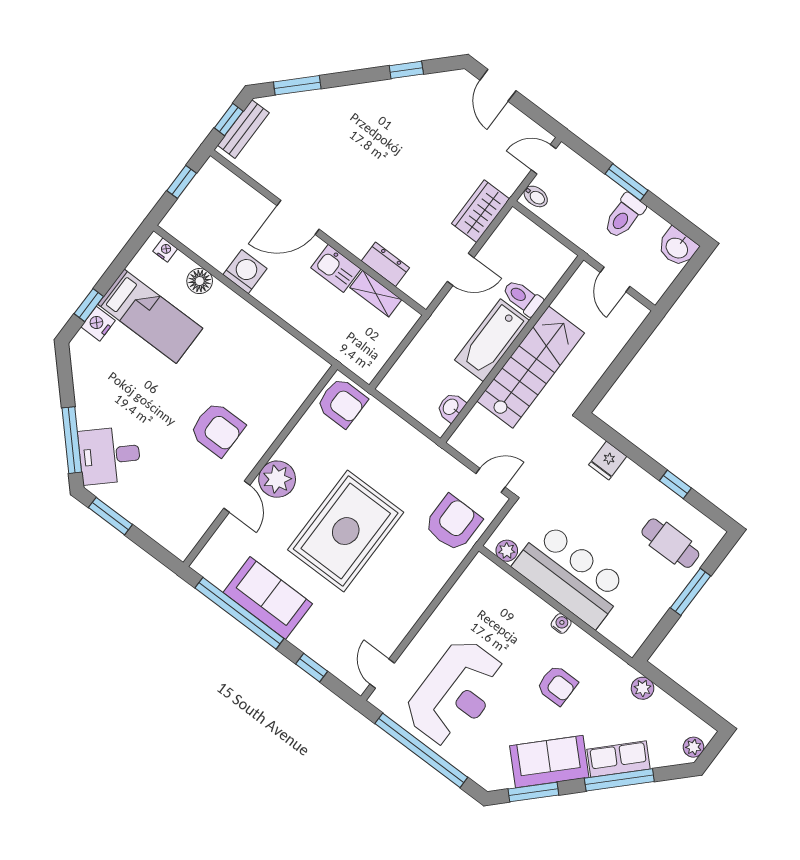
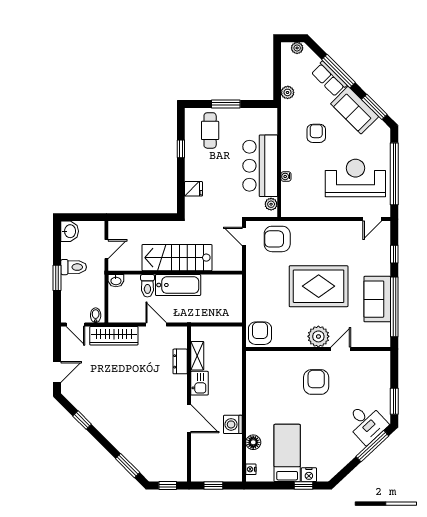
bench: (243, 129) -> (167, 475), removed
wardrobe: (481, 211) -> (114, 336), width x1.50
washbasin: (451, 407) -> (116, 281), moved
water cooler: (561, 624) -> (286, 176), moved

